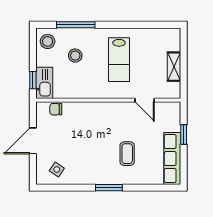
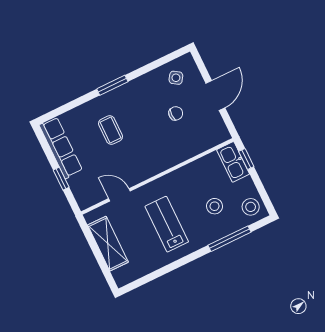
shelving: (174, 67) -> (108, 244), width x1.50, depth x1.33
chair: (56, 109) -> (176, 113), moved

